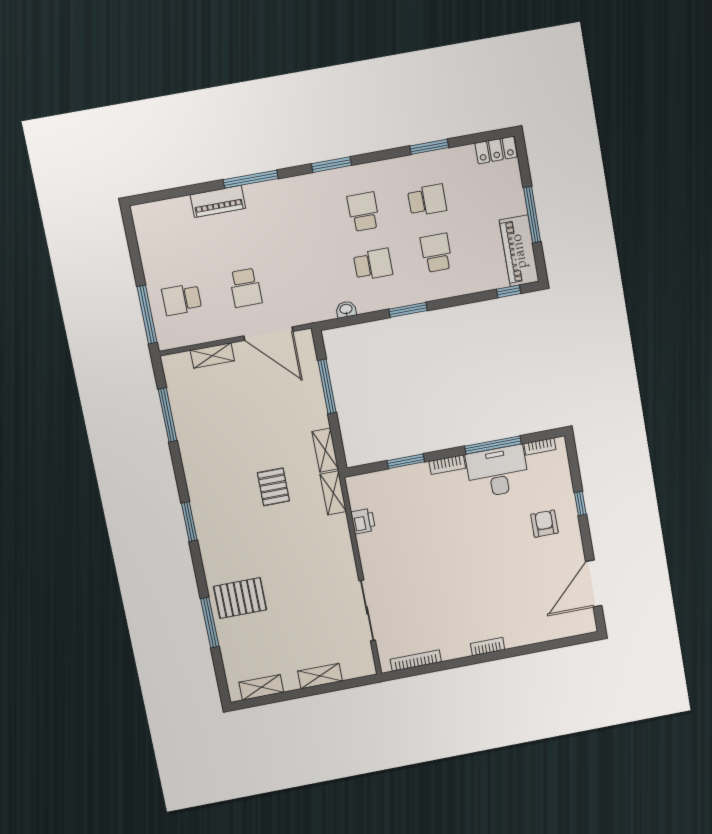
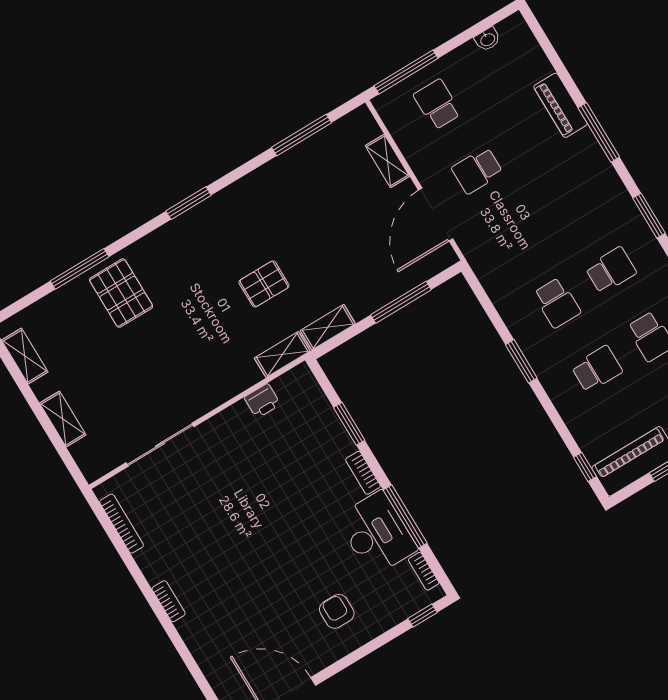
washbasin: (346, 309) -> (487, 39), moved, turned 90
window: (580, 504) -> (422, 616), moved
armchair: (544, 524) -> (337, 611), turned -90

